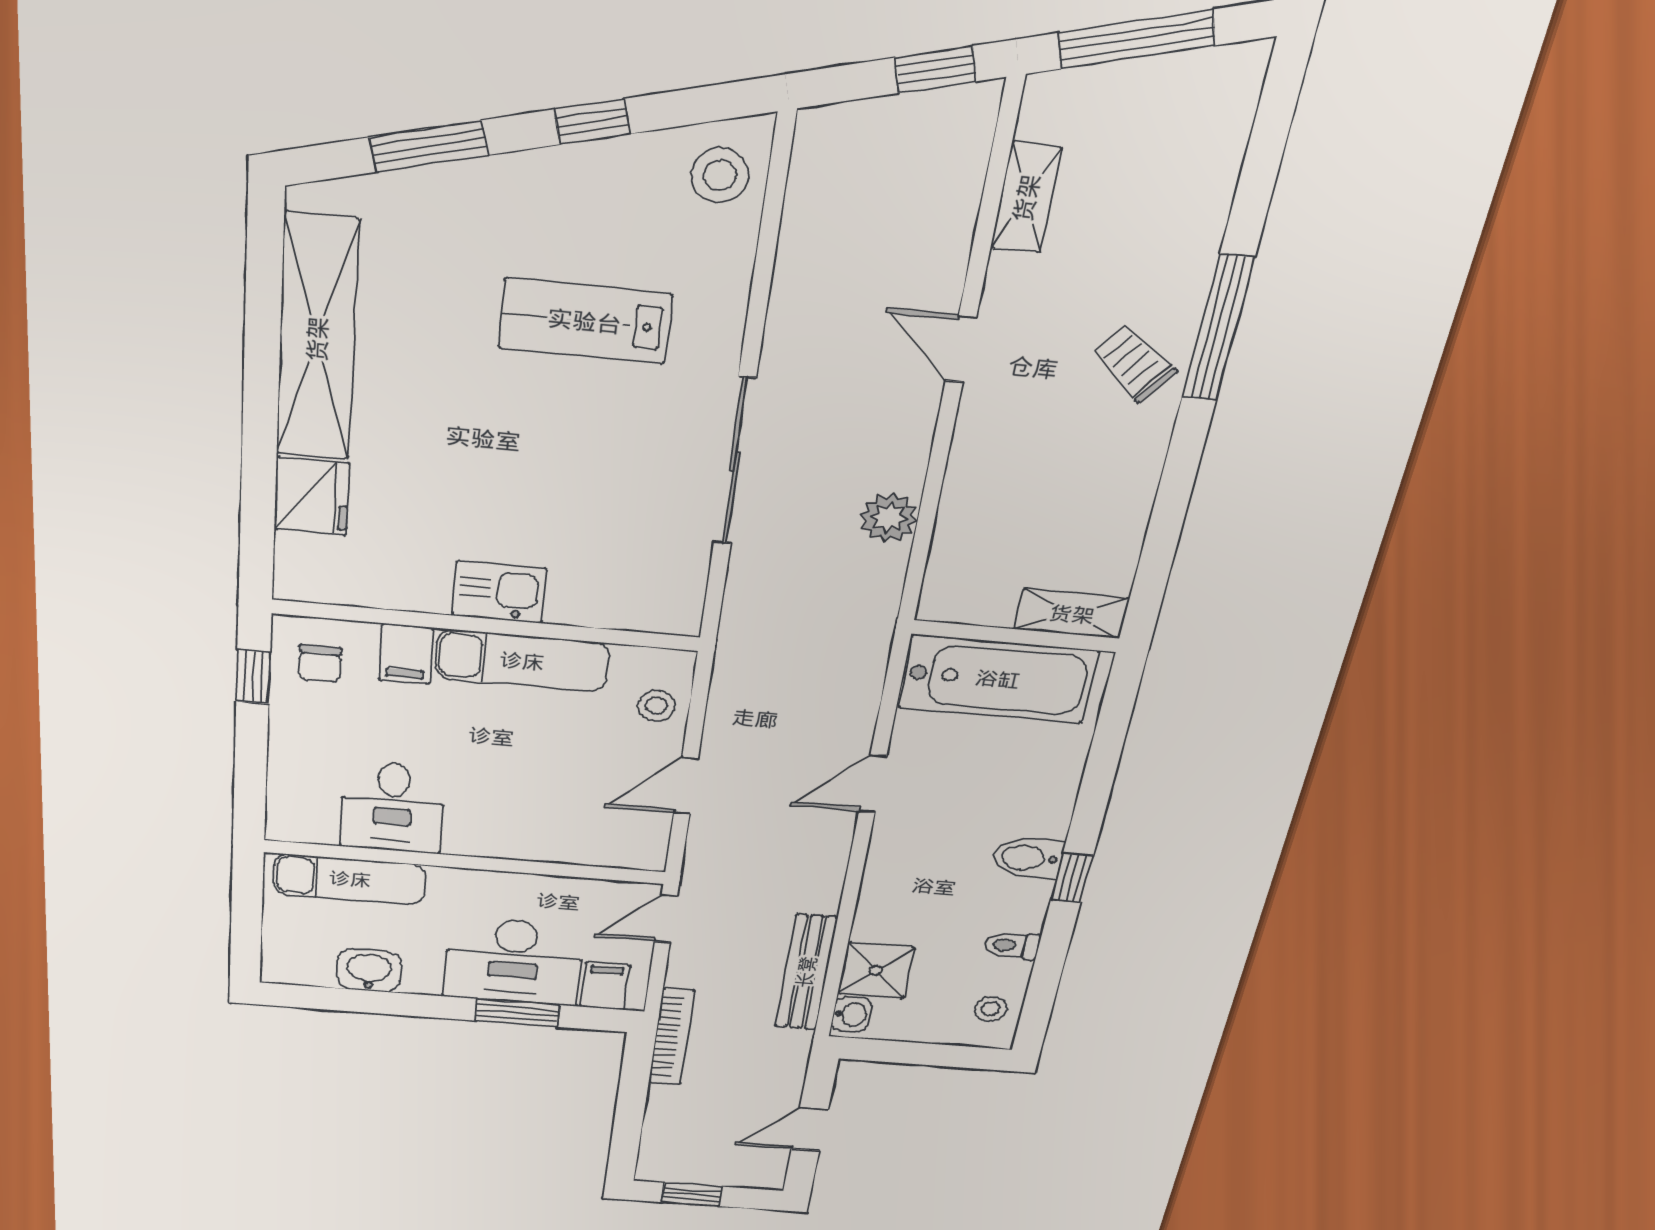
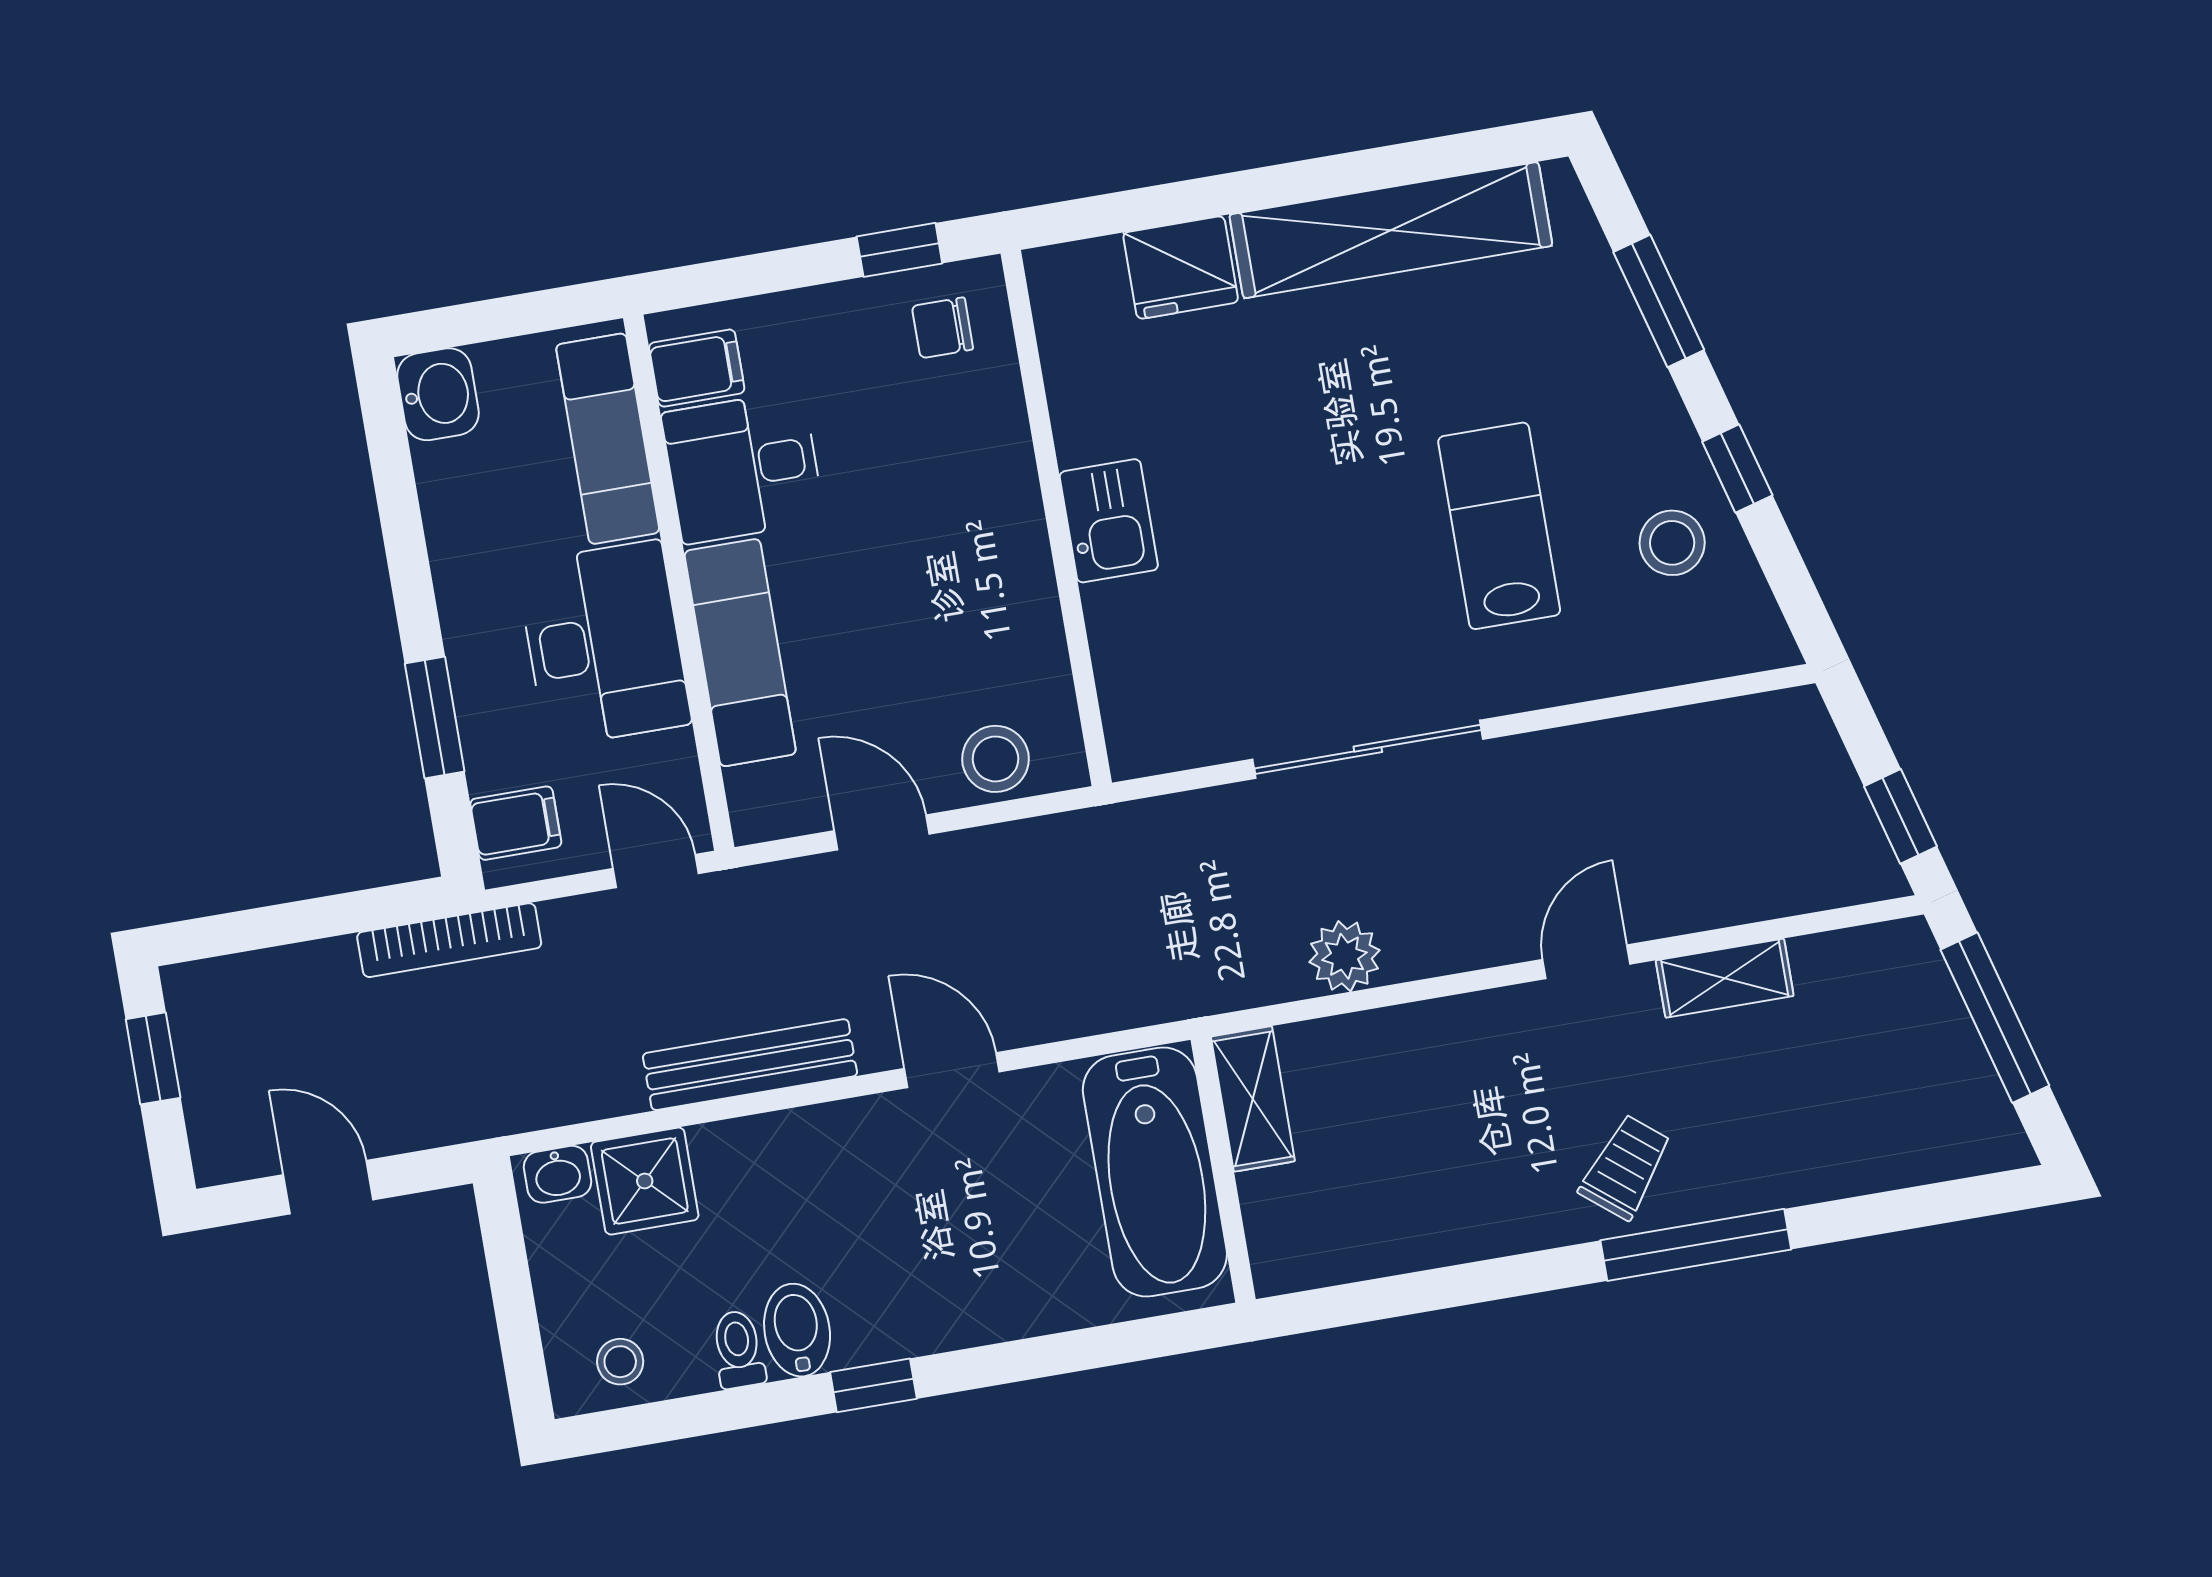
stool: (720, 175) -> (1672, 543), moved
shelving: (1026, 198) -> (1725, 978), moved
shelving: (1072, 614) -> (1253, 1099), moved
filing cabinet: (406, 654) -> (697, 368), moved, turned 180
exam couch: (522, 661) -> (740, 653), moved, turned 180
stool: (657, 706) -> (996, 759), width x1.37, depth x1.37
bidet: (1028, 858) -> (797, 1330), moved
desk: (514, 961) -> (604, 644), moved, turned 180
washbasin: (369, 971) -> (438, 394), moved
bench: (806, 972) -> (750, 1065), moved

